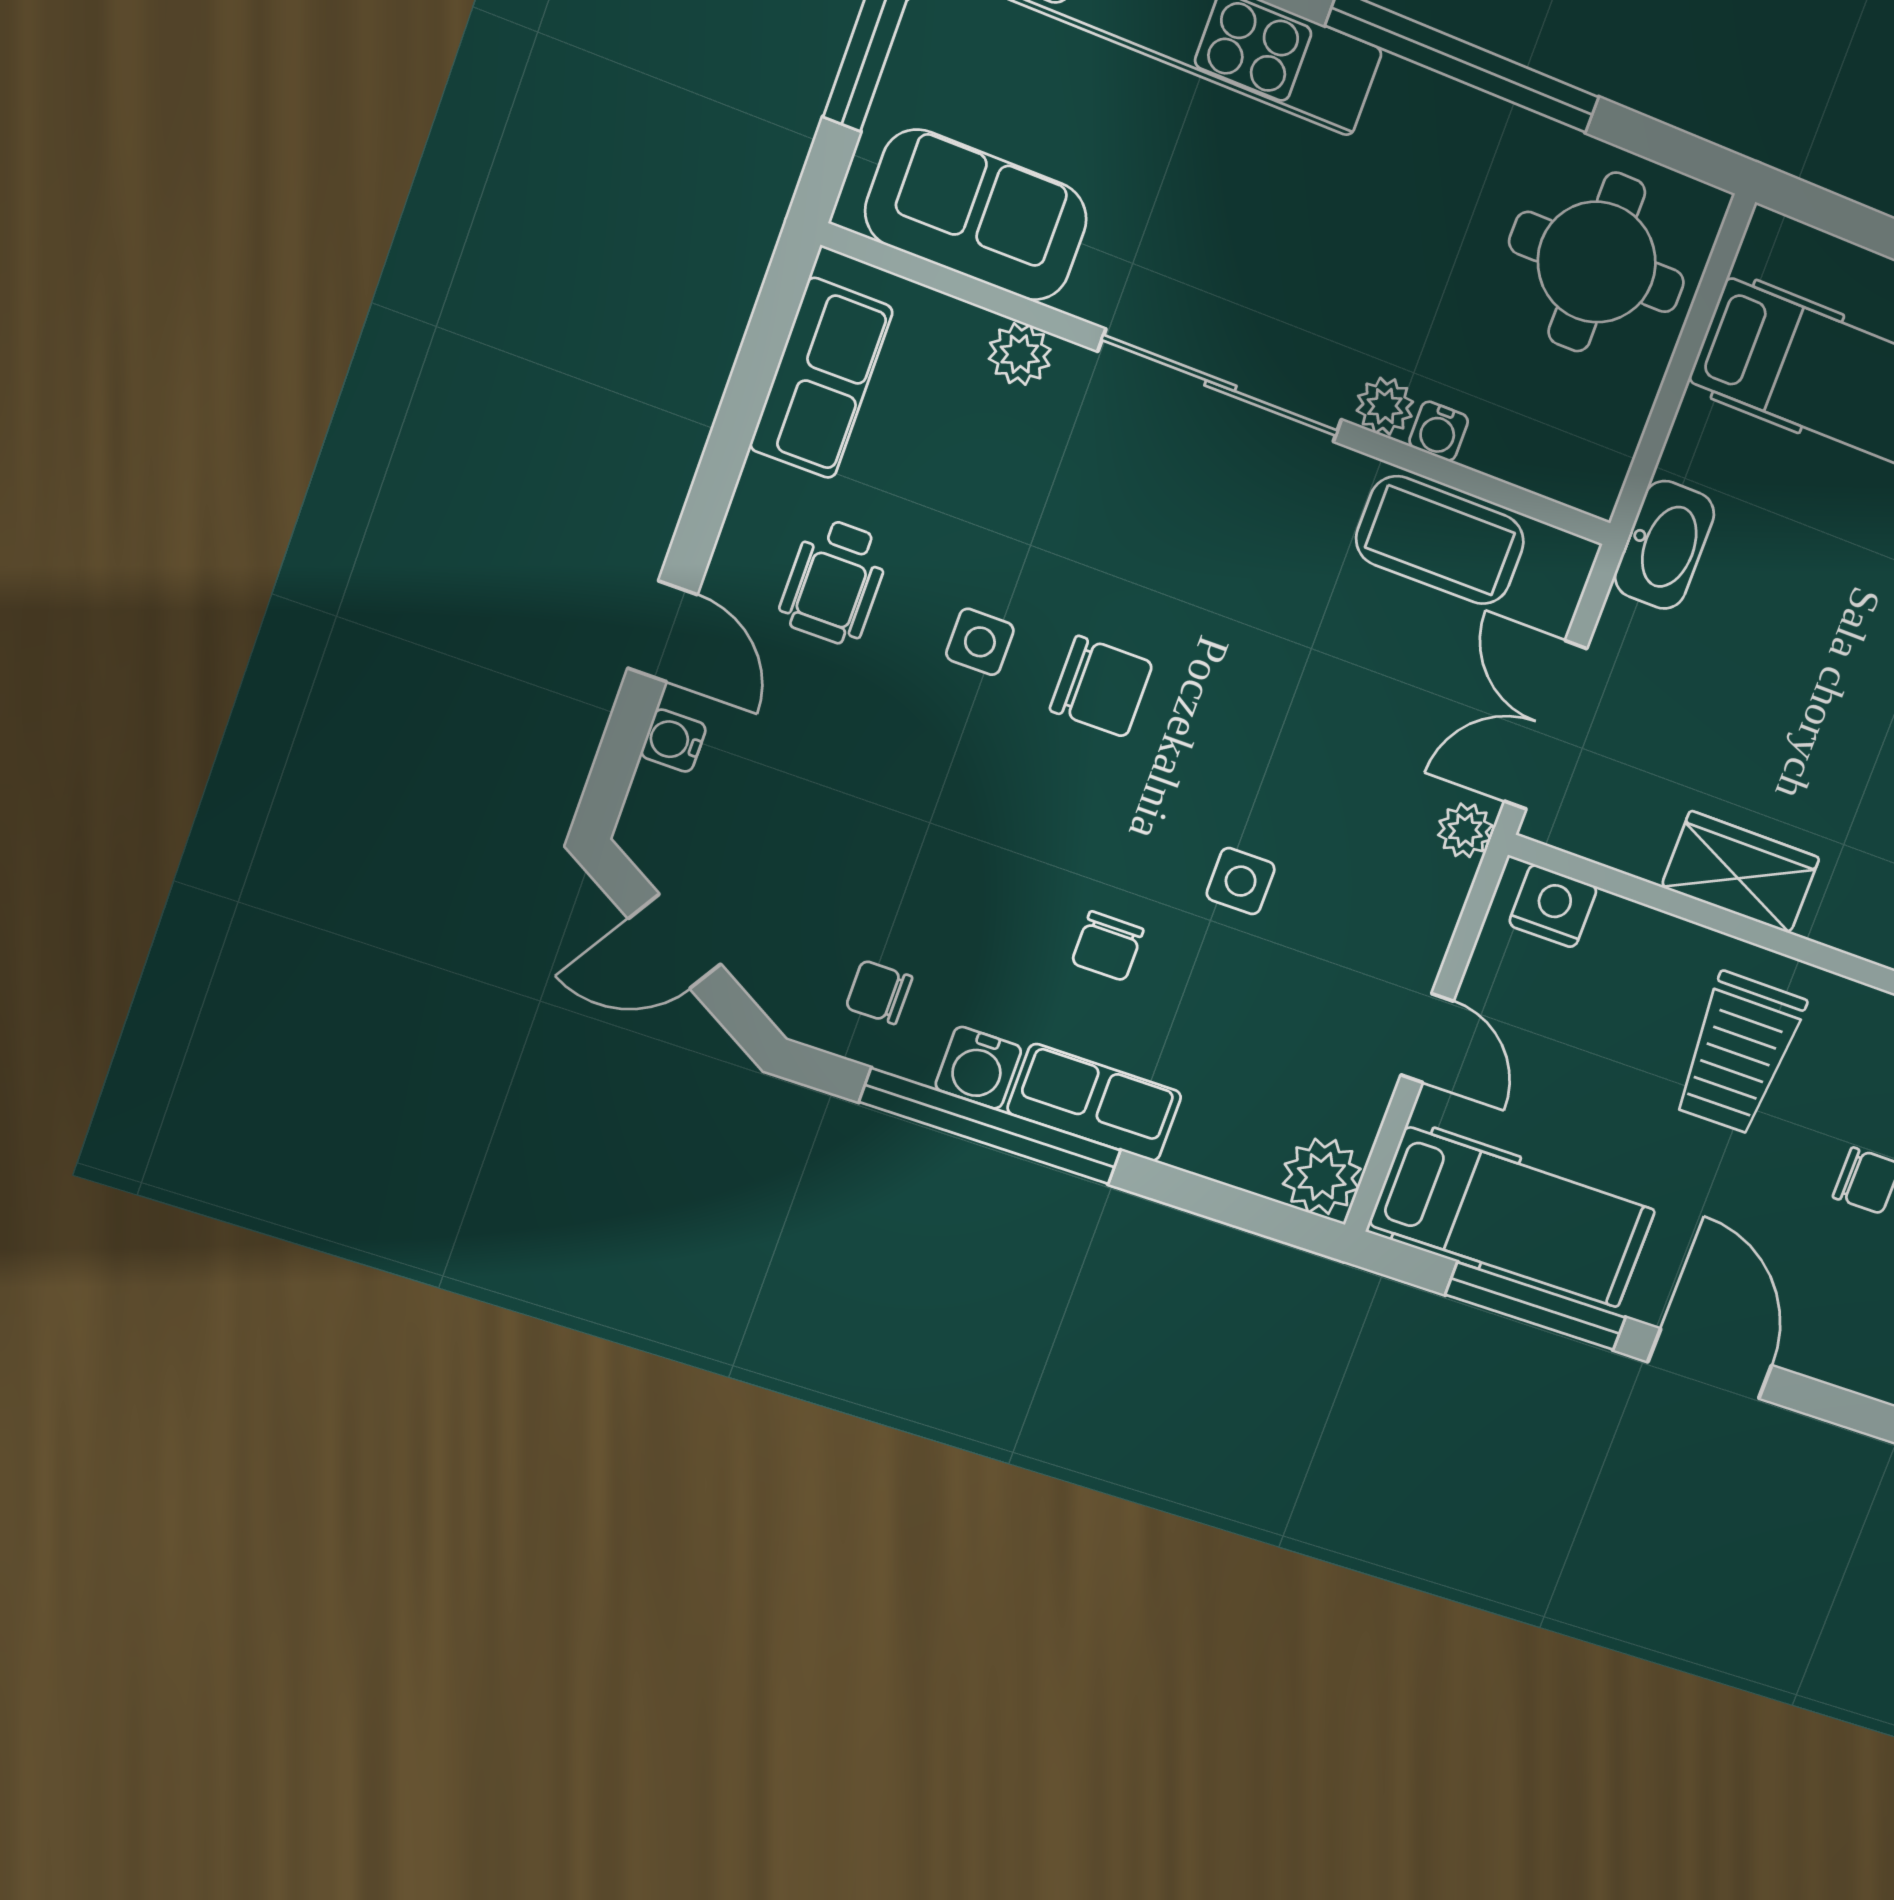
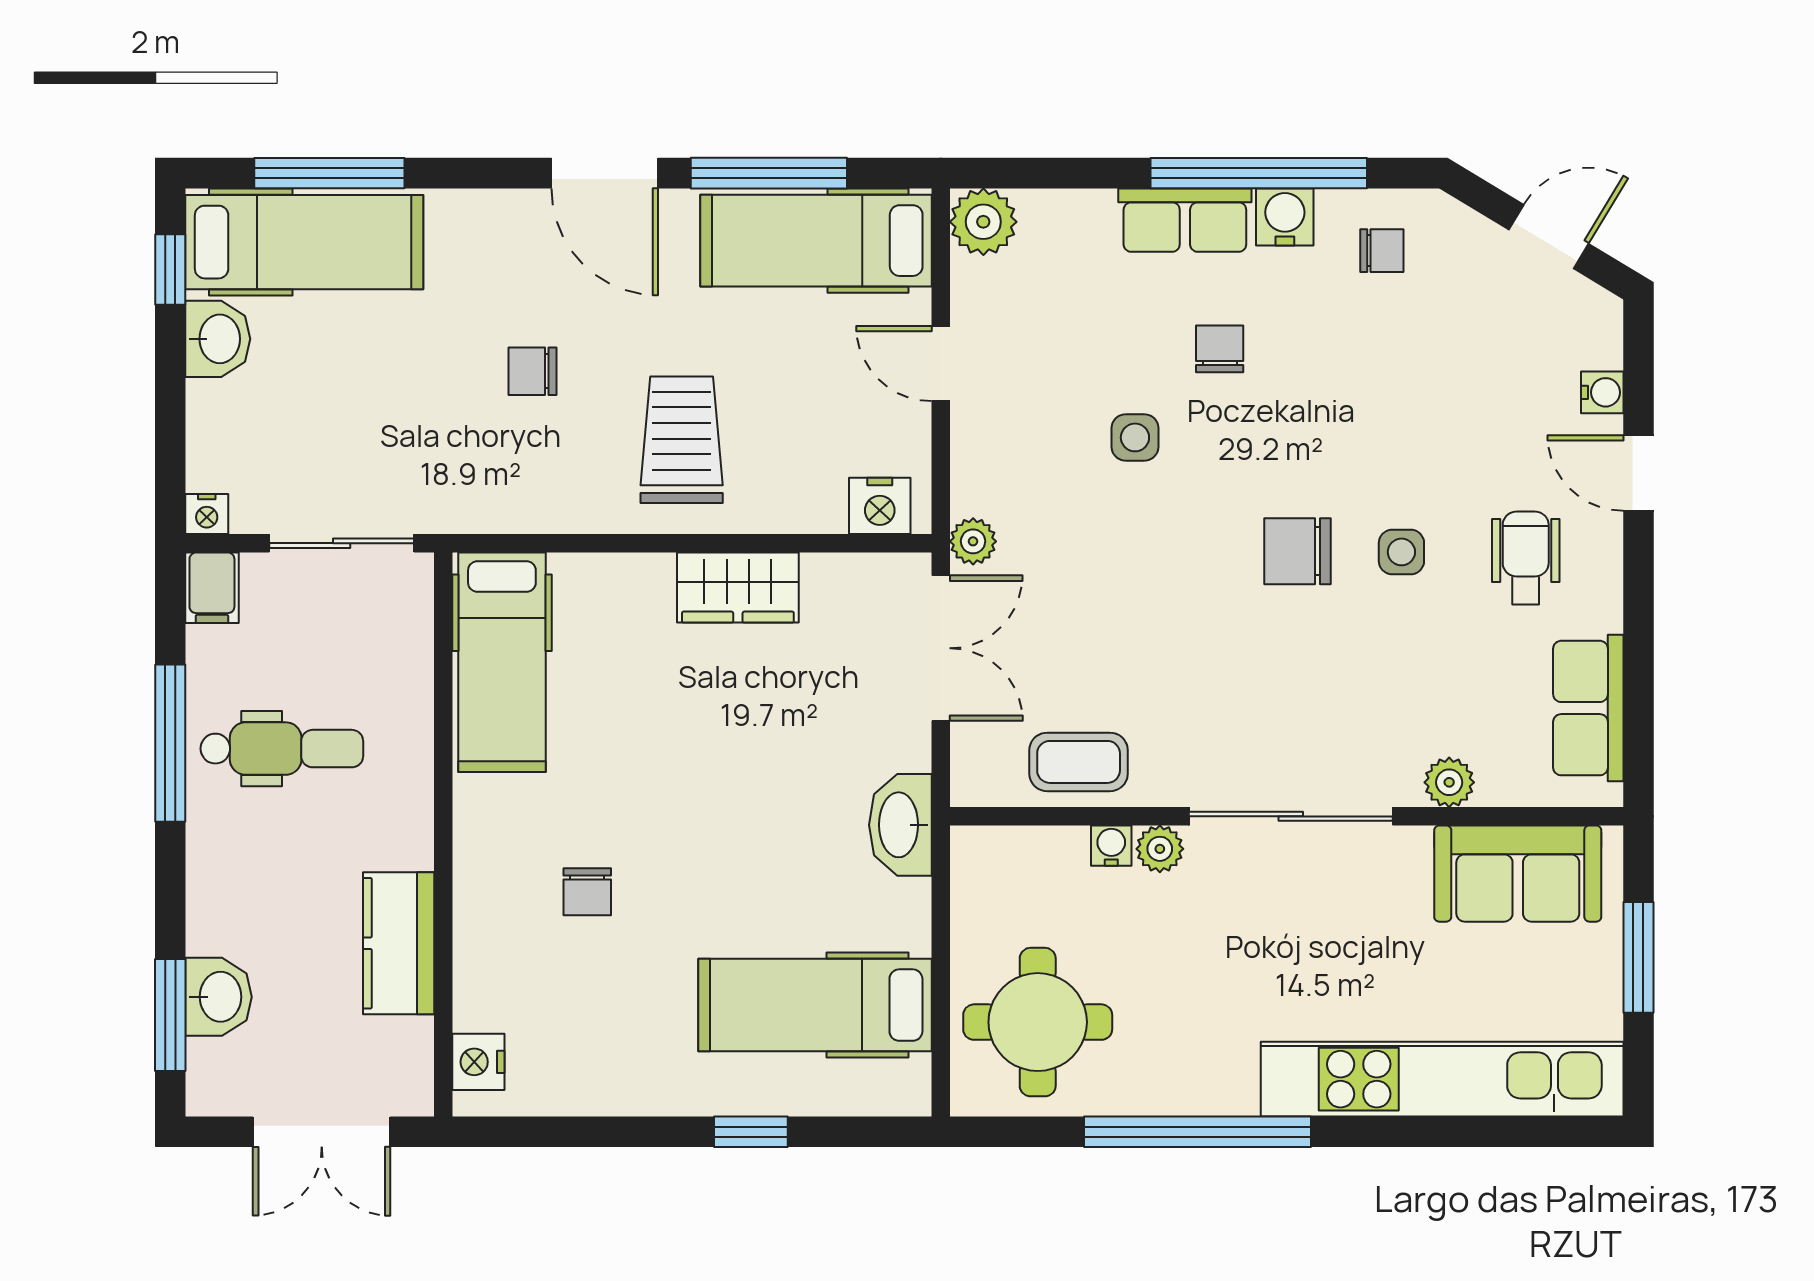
coffee table: (1440, 540) -> (1079, 762), width x0.73, depth x0.77

